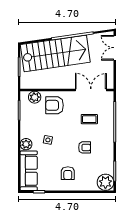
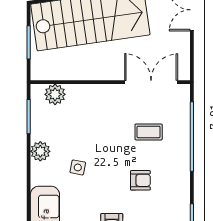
armchair: (55, 105) -> (89, 108), removed
plant: (26, 144) -> (40, 151), moved

